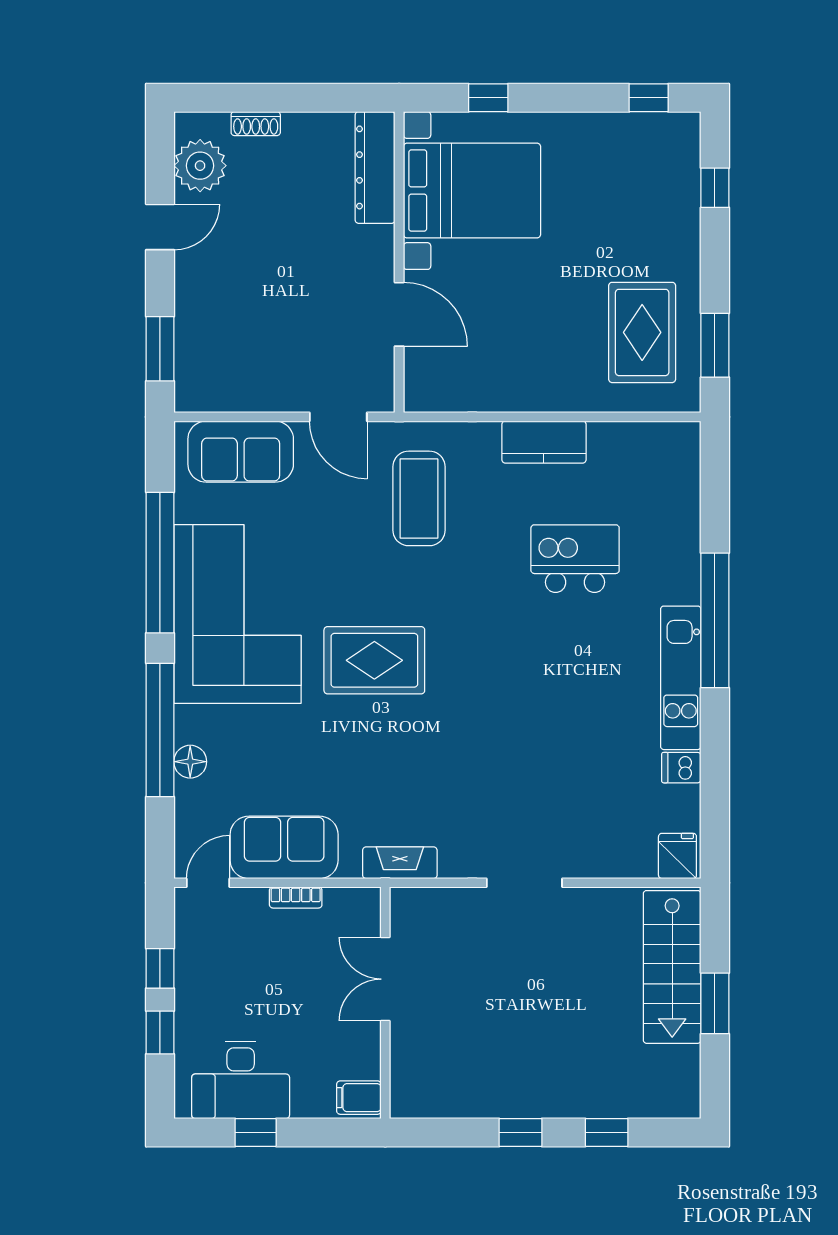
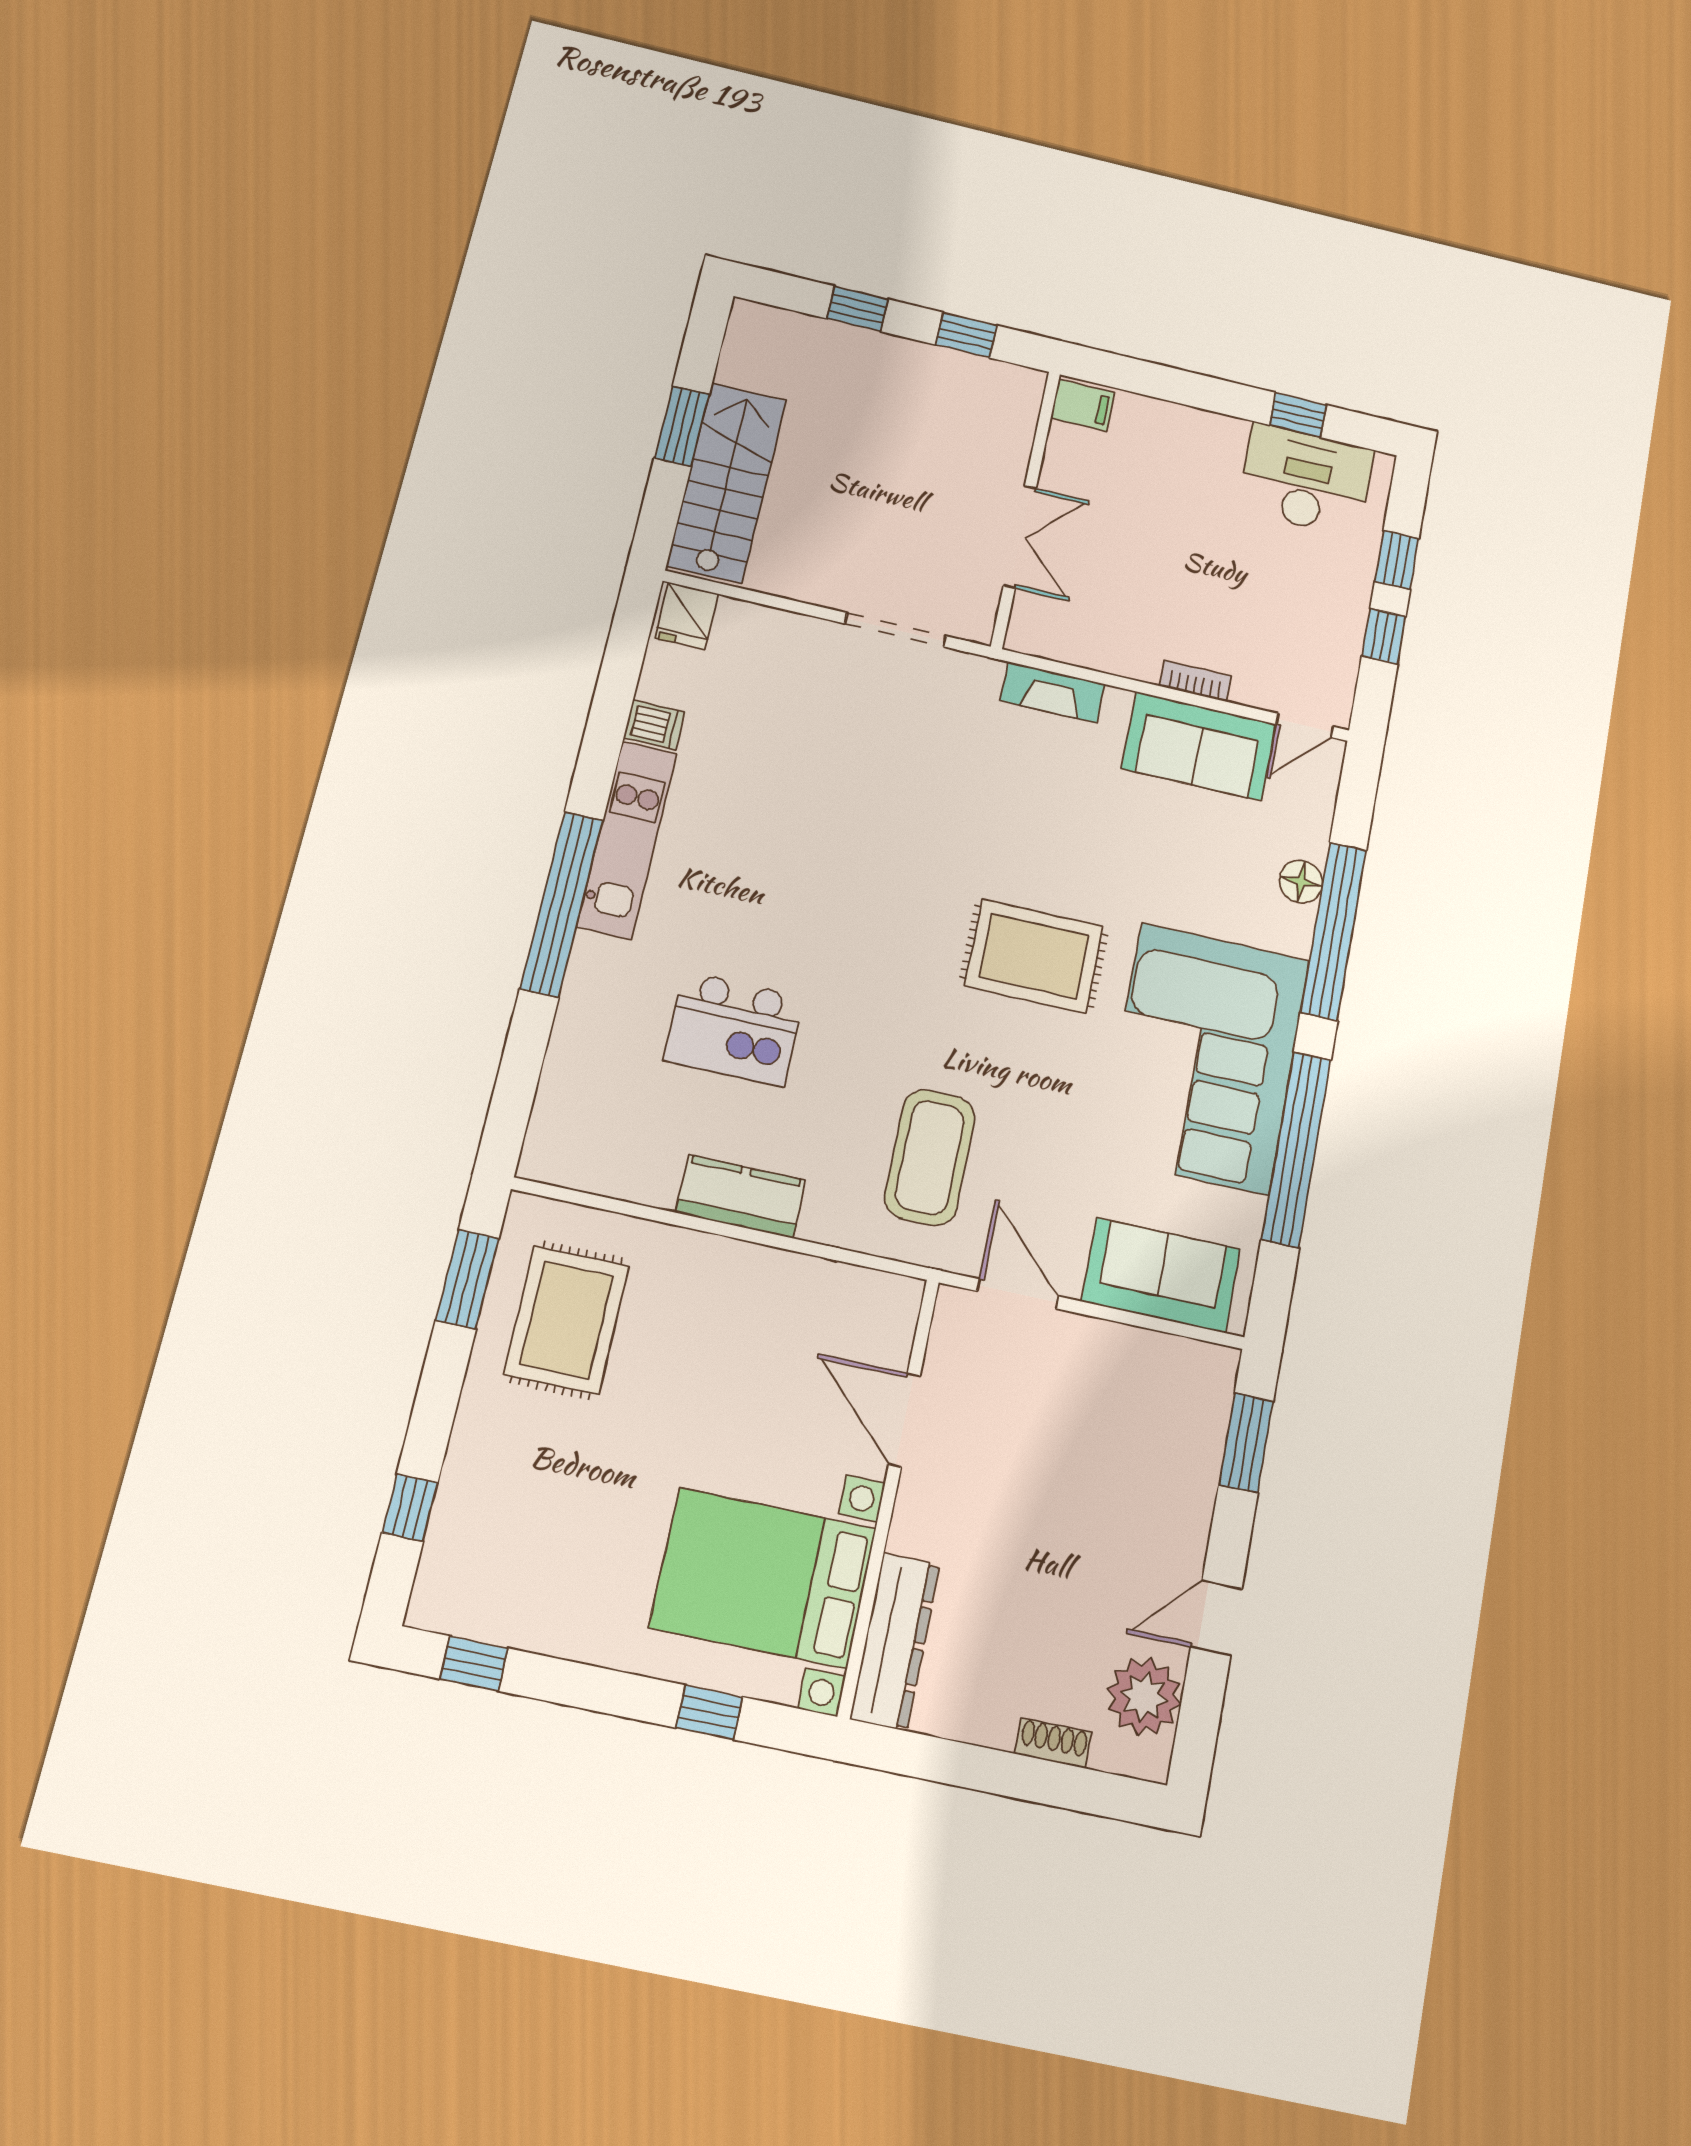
double door: (385, 979) -> (1020, 537), moved
wall: (385, 1003) -> (1026, 509), moved
filing cabinet: (359, 1098) -> (1083, 405), moved

